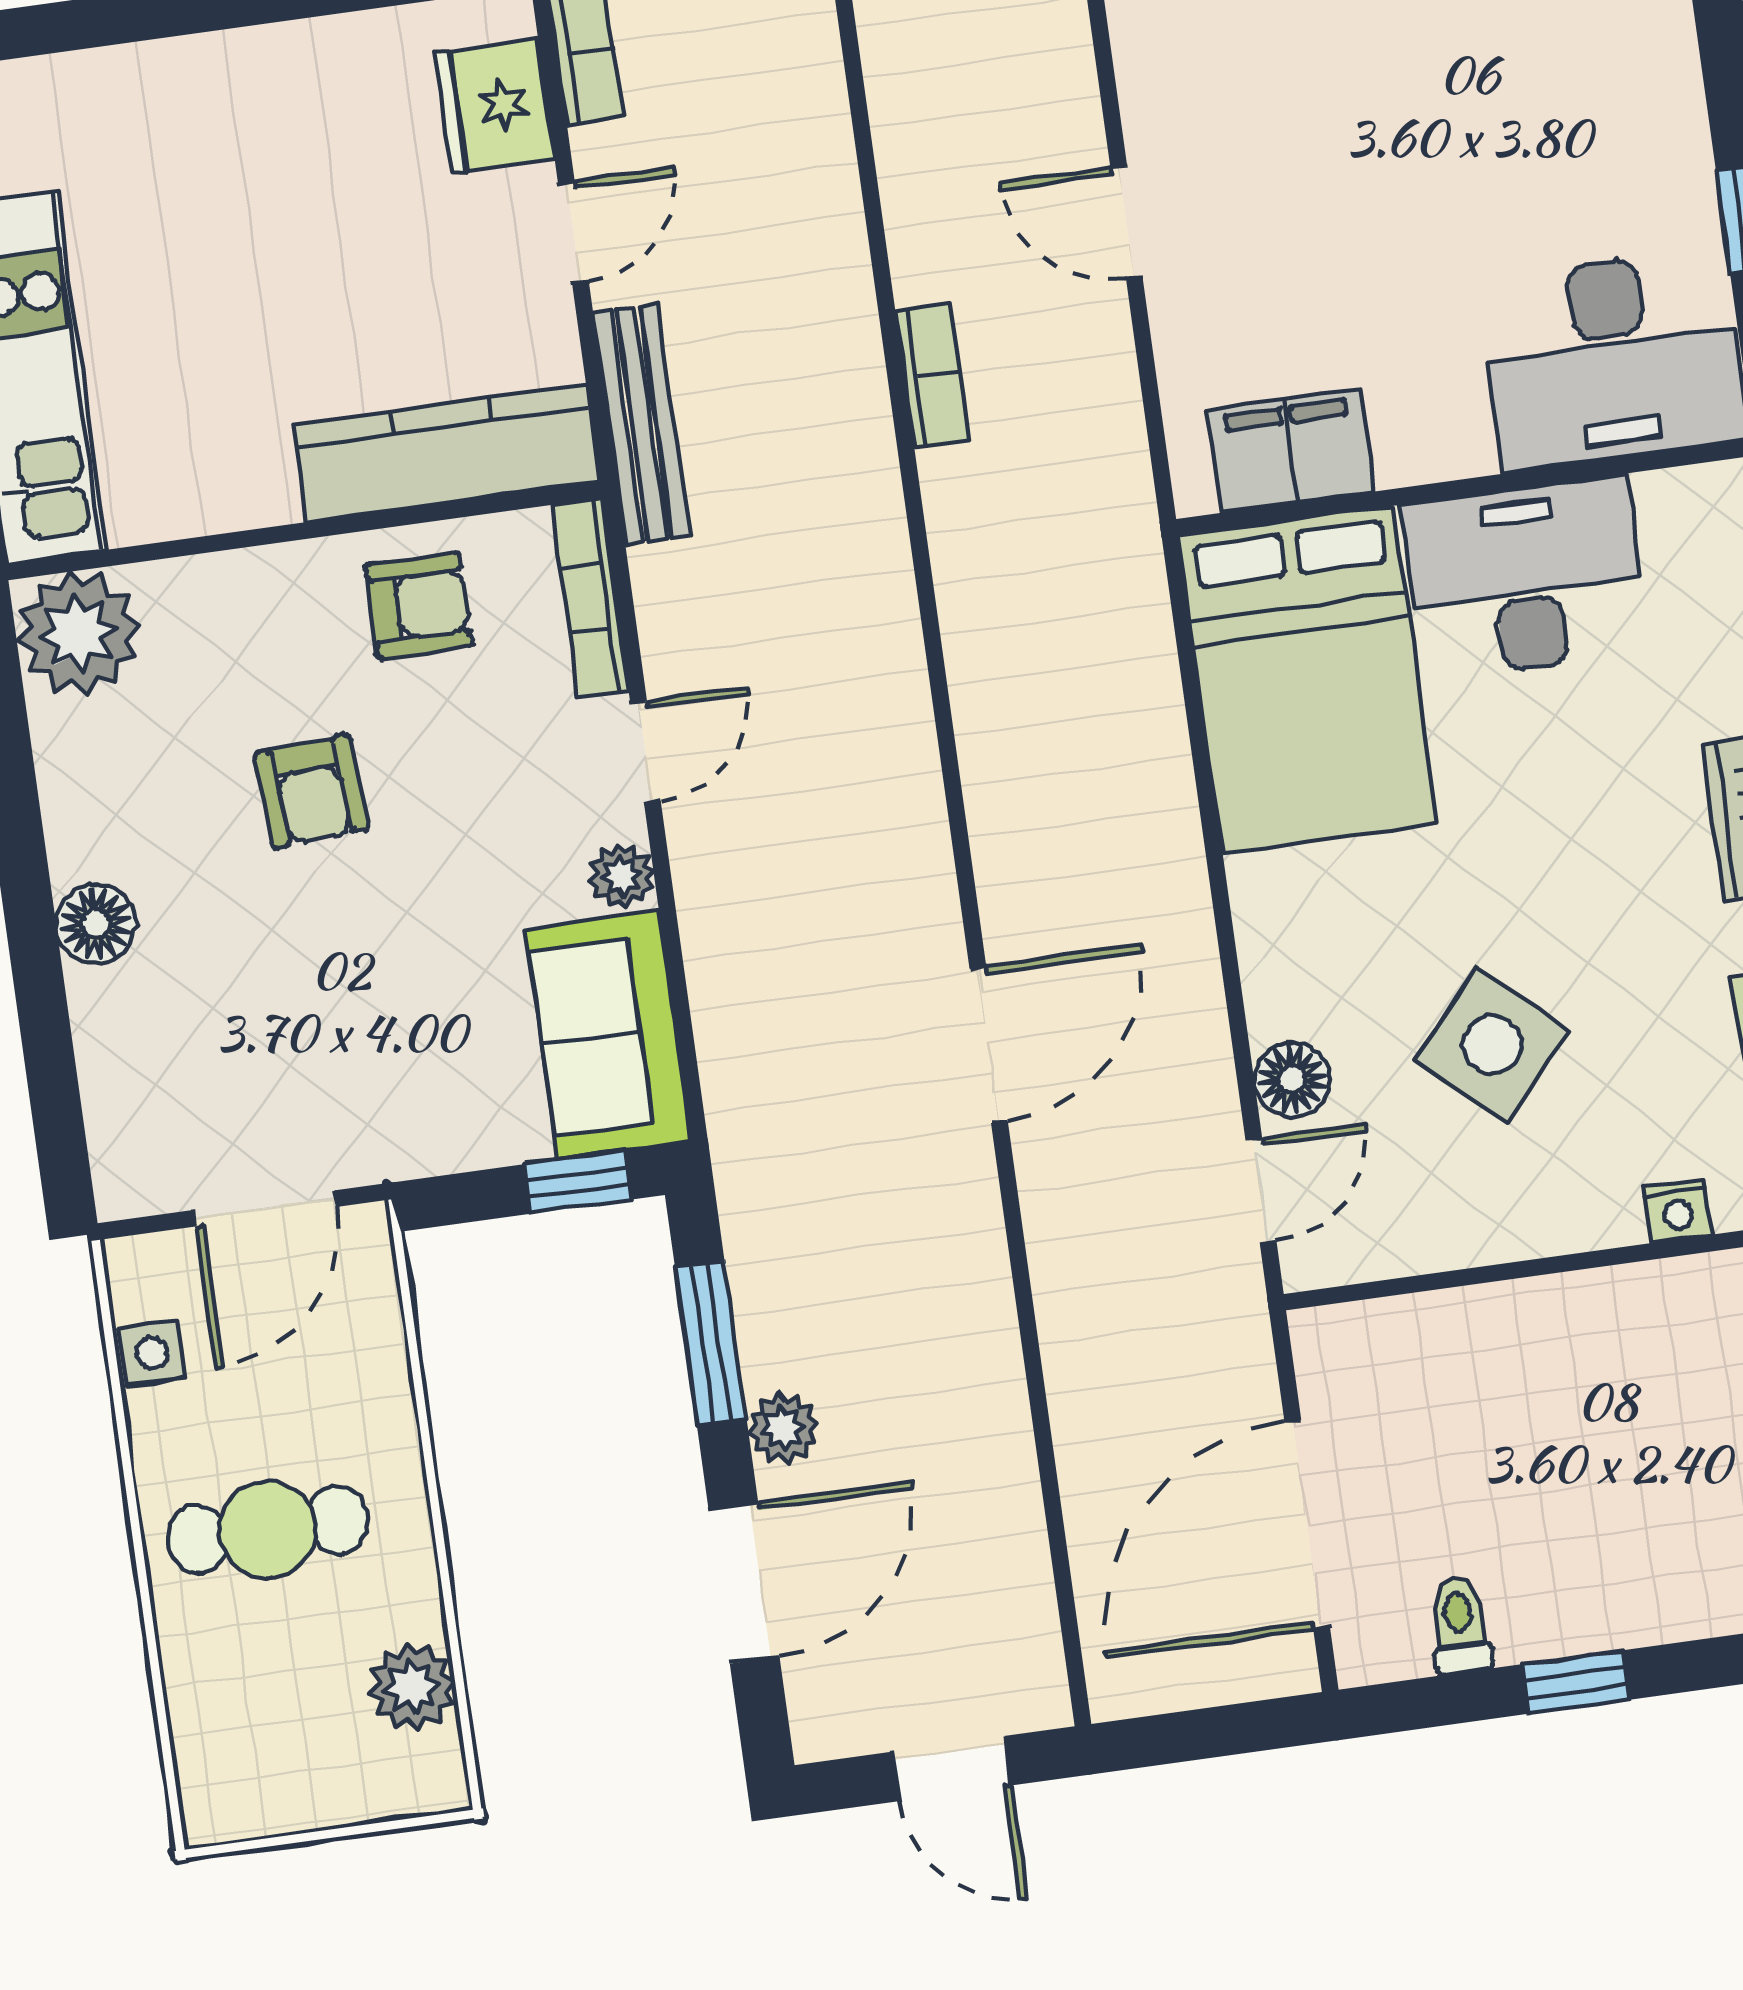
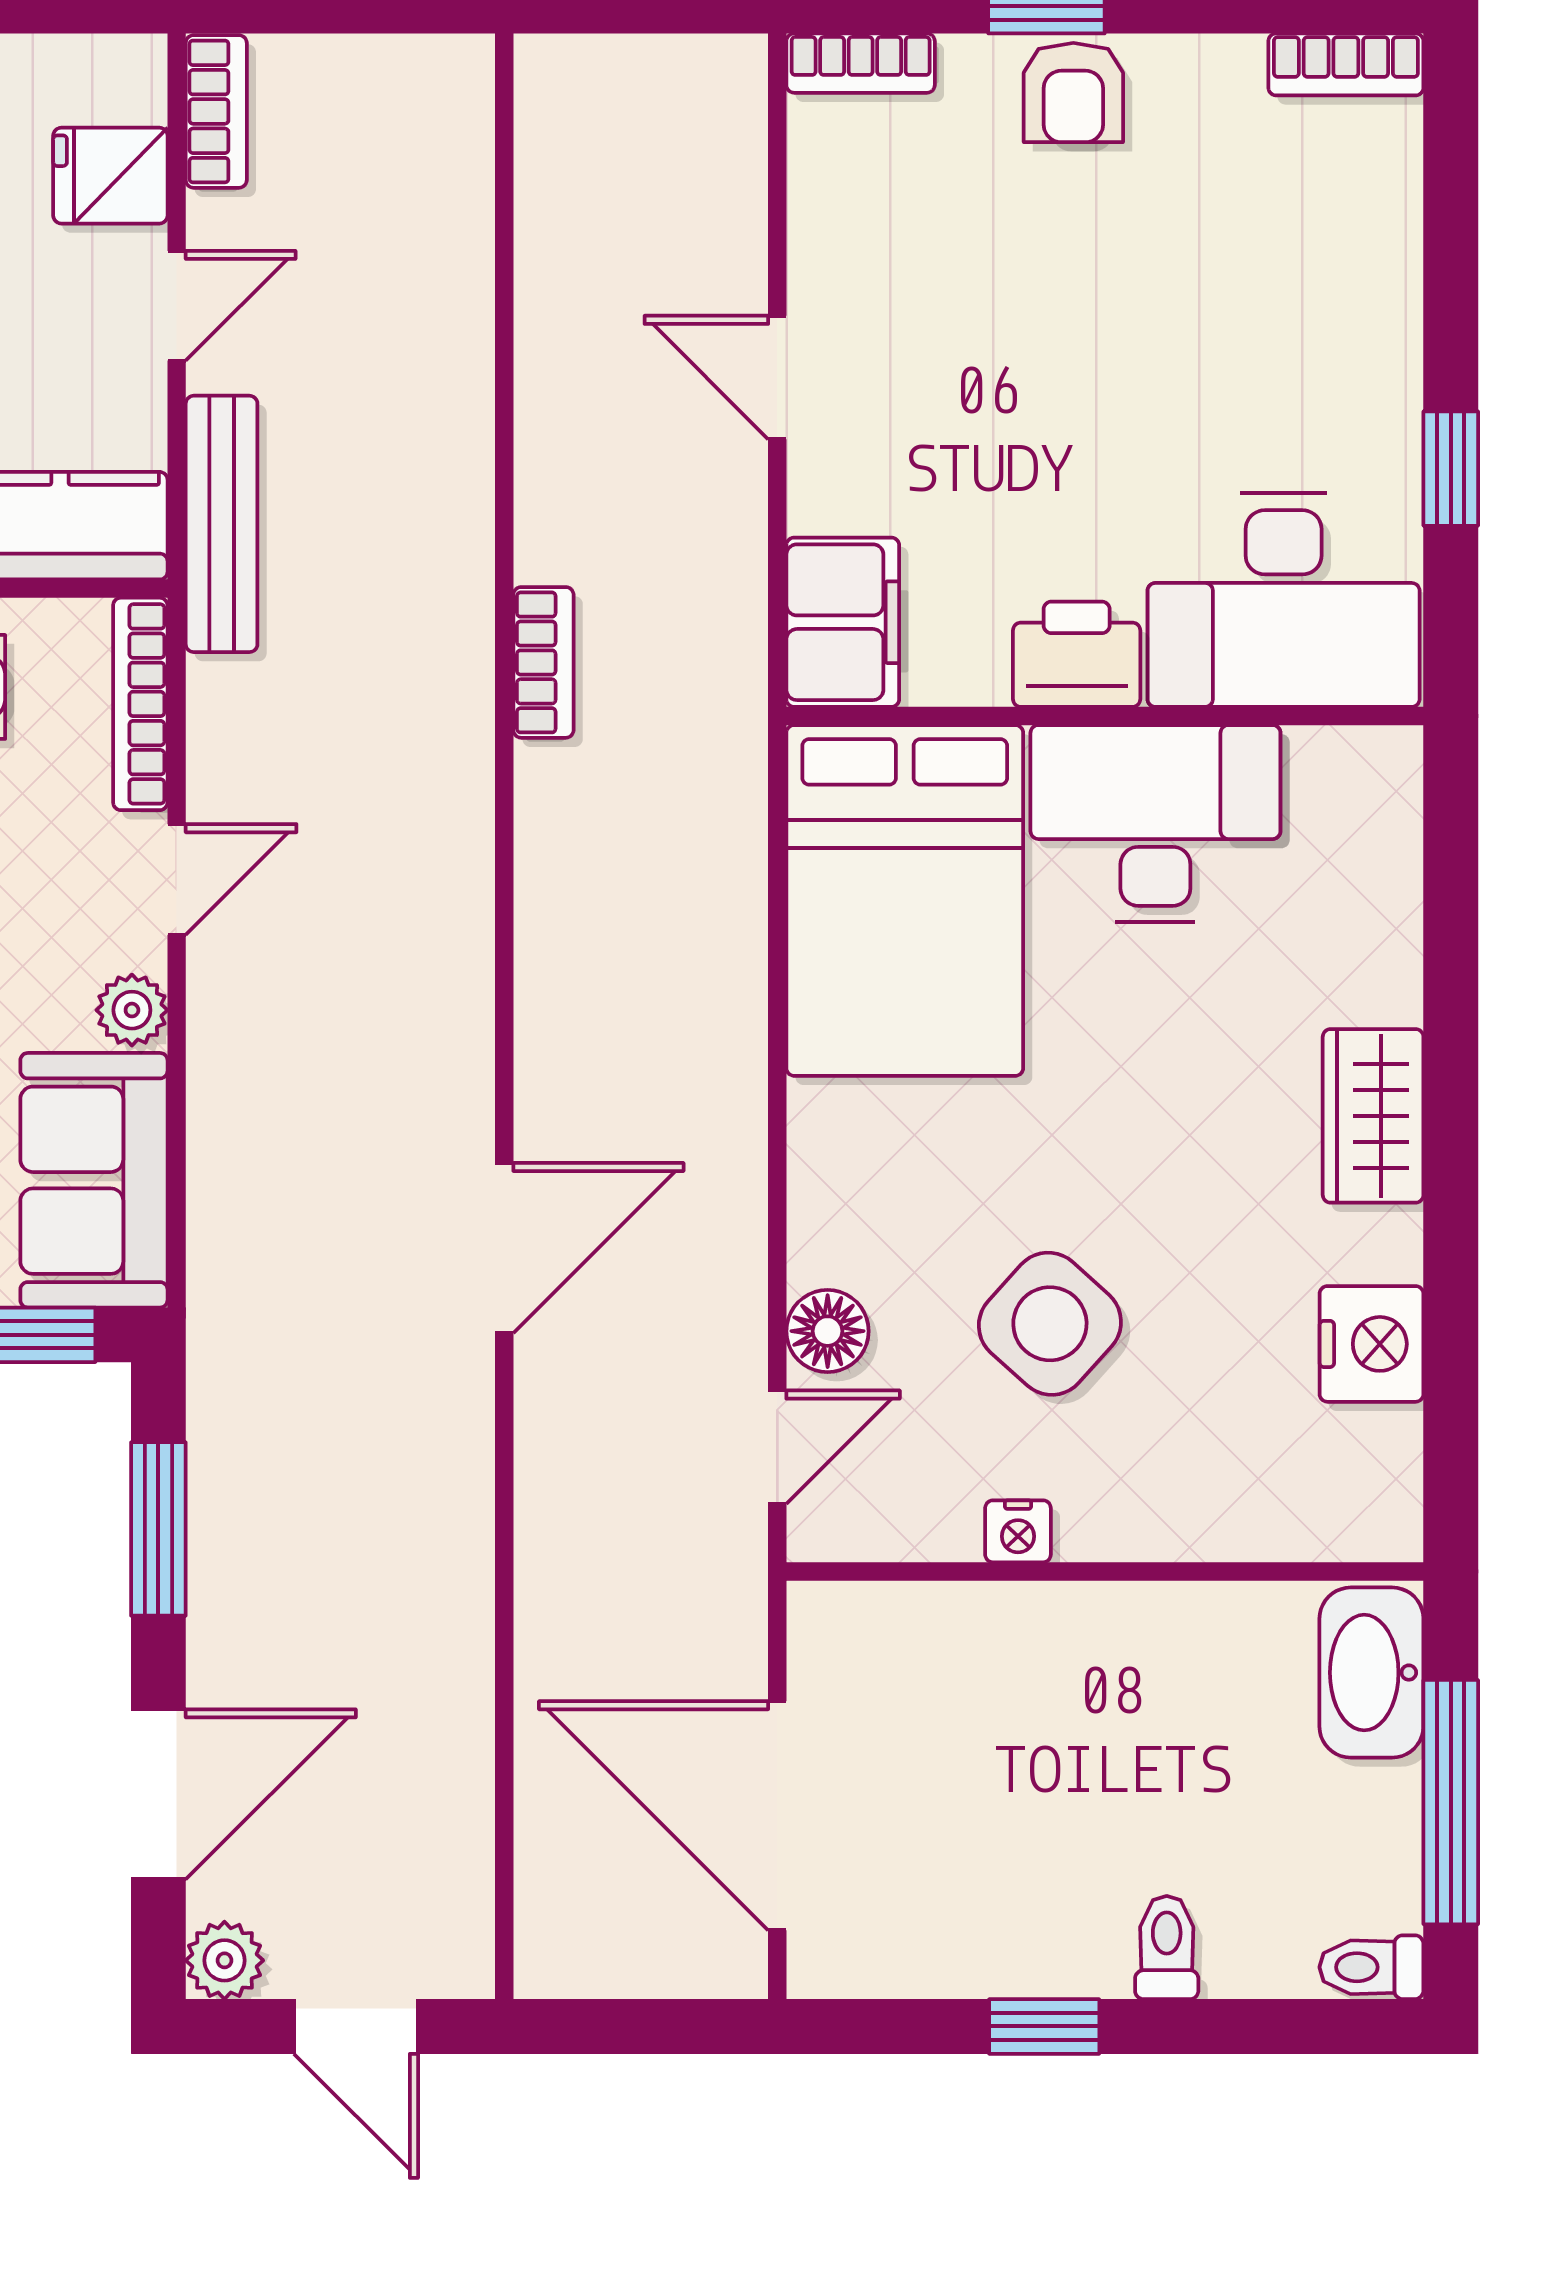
fridge: (495, 106) -> (110, 176), width x0.72
bookcase: (932, 376) -> (543, 662), moved
printer: (1432, 435) -> (1077, 654), added
filing cabinet: (1291, 451) -> (843, 622), moved, turned 90
nightstand: (1678, 1211) -> (1018, 1531), moved
plant: (784, 1428) -> (224, 1960), moved
door: (1307, 1525) -> (777, 1816), hinge flipped
toilet: (1460, 1625) -> (1167, 1948), moved

